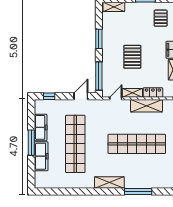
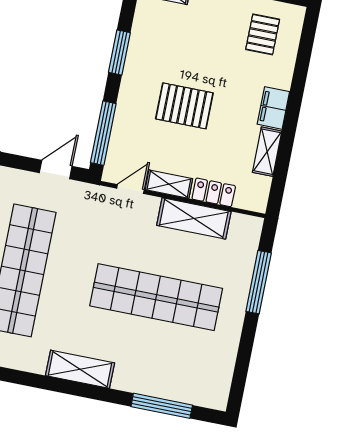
pallet: (132, 57) -> (184, 106), turned 90
window: (138, 191) -> (162, 406), moved

